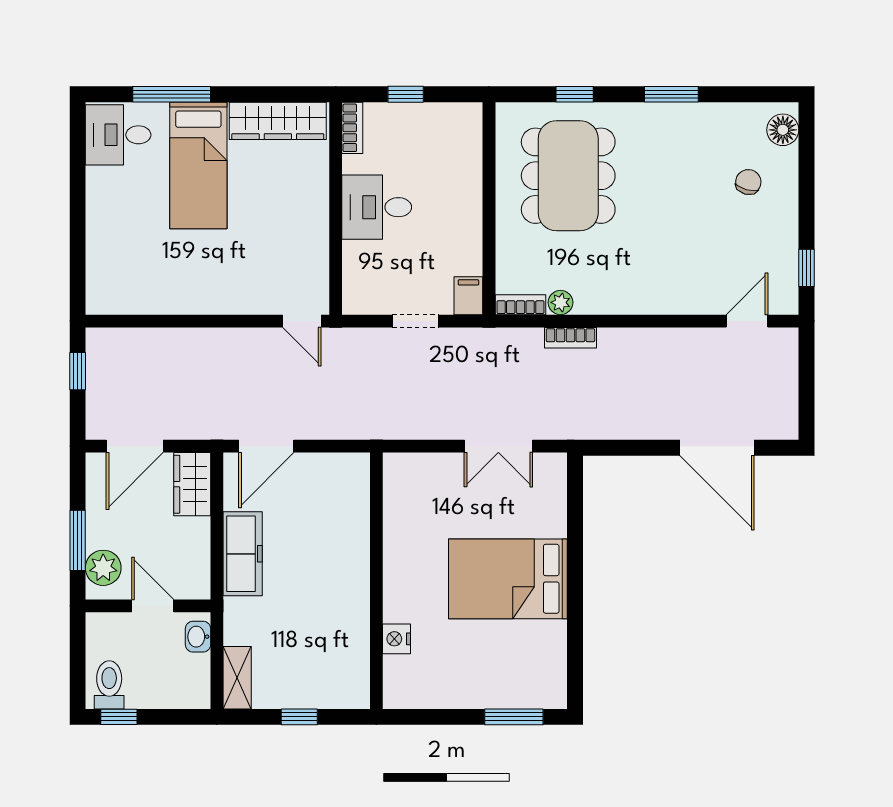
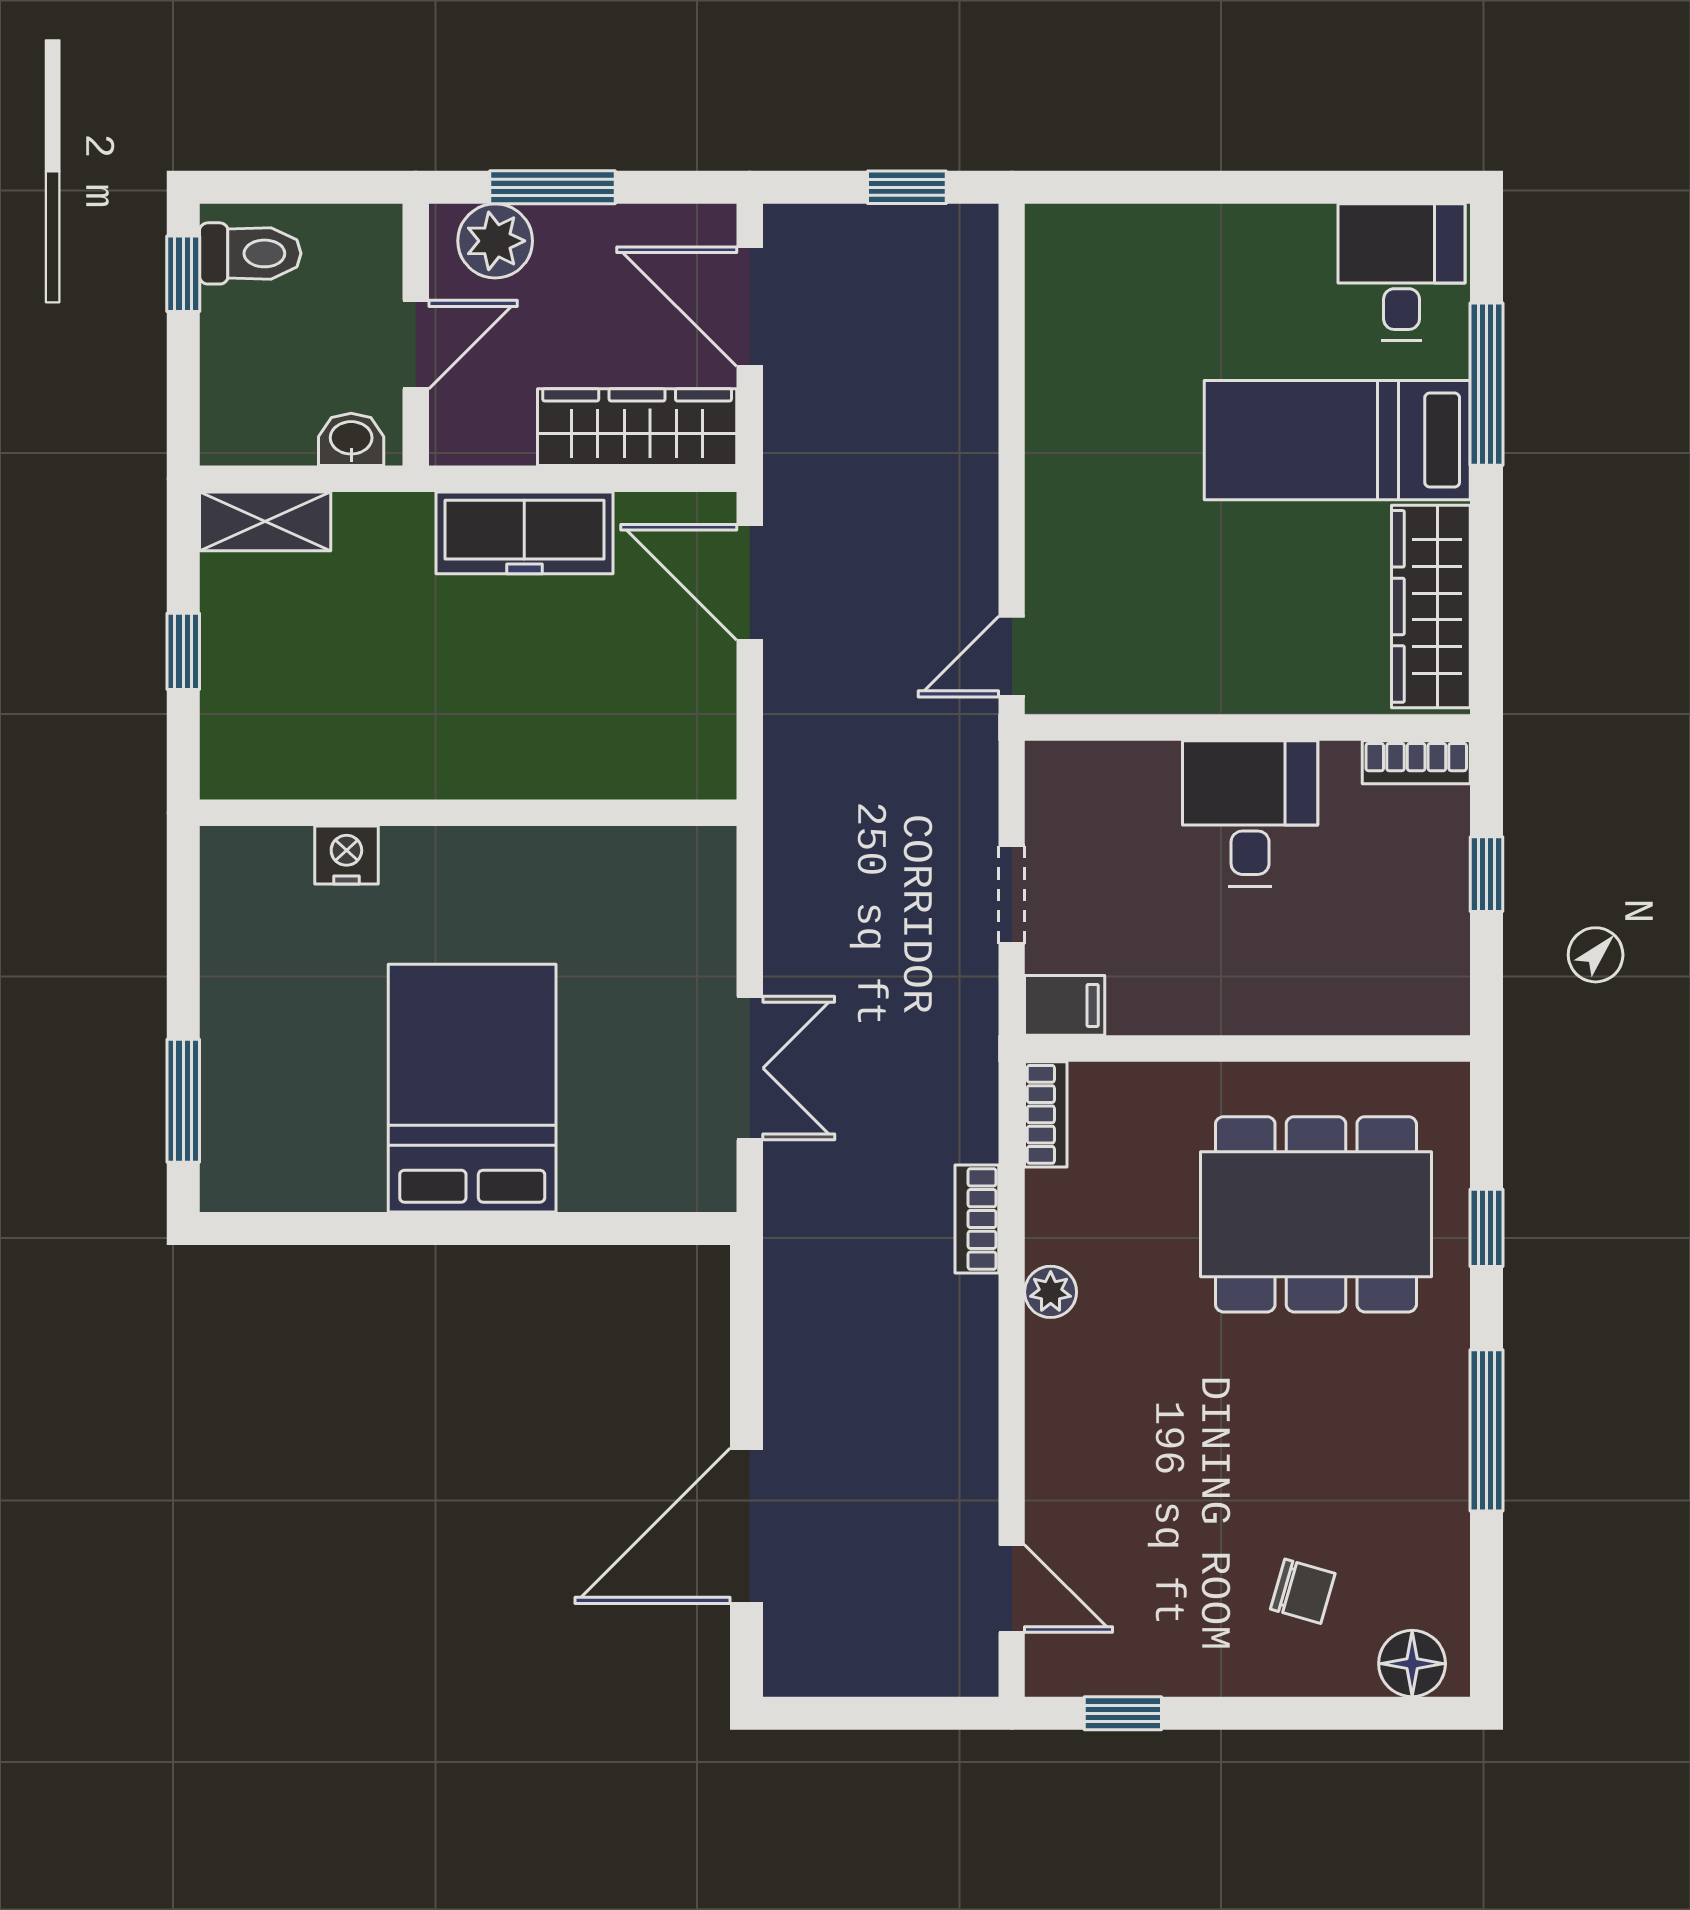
window: (671, 94) -> (1486, 1430), width x1.44
plant: (561, 302) -> (1051, 1292), moved
double door: (498, 446) -> (750, 1068), swing flipped
wardrobe: (192, 484) -> (637, 427), width x1.50

